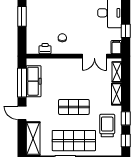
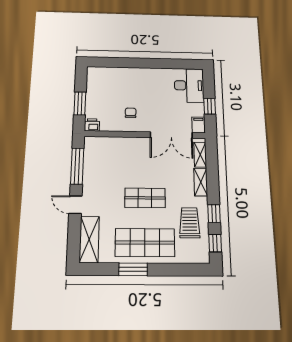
window: (22, 16) -> (80, 103), moved
printer: (45, 49) -> (92, 125), moved
double door: (94, 56) -> (171, 135), width x1.37
freezer: (34, 81) -> (92, 164), removed

